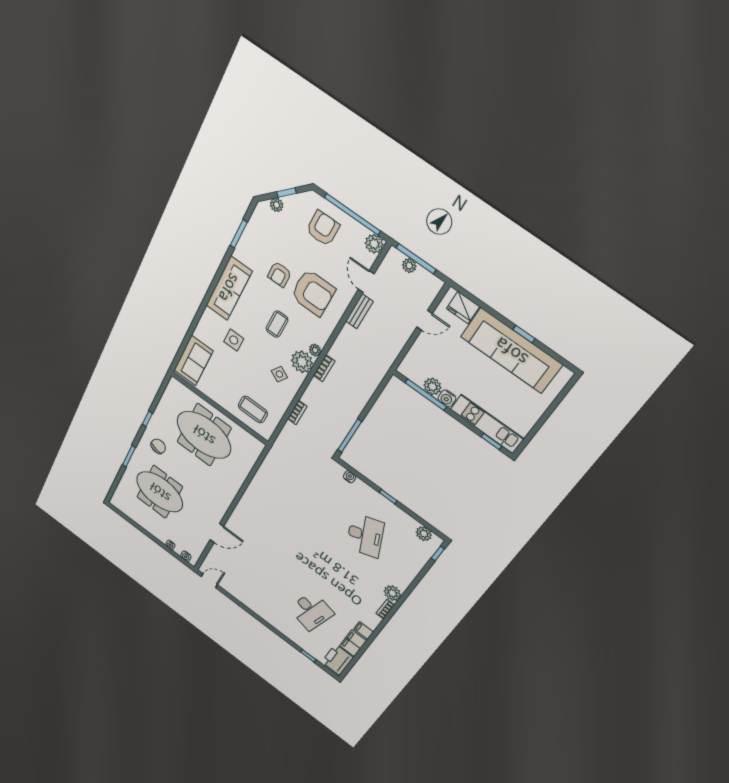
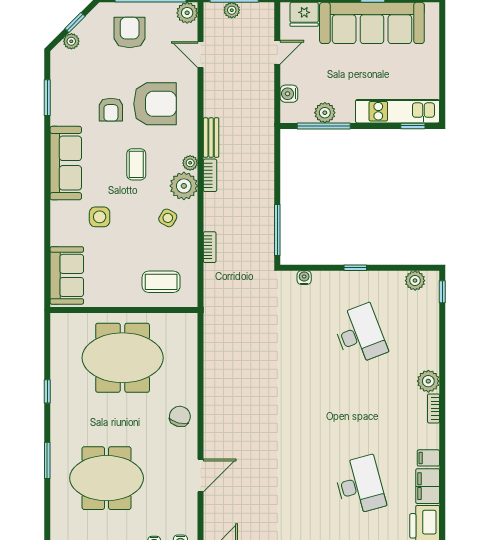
bench: (359, 311) -> (211, 138), moved
water cooler: (447, 398) -> (289, 94), moved, turned 90
chair: (158, 446) -> (180, 416), moved
desk: (311, 611) -> (360, 485), turned -30

